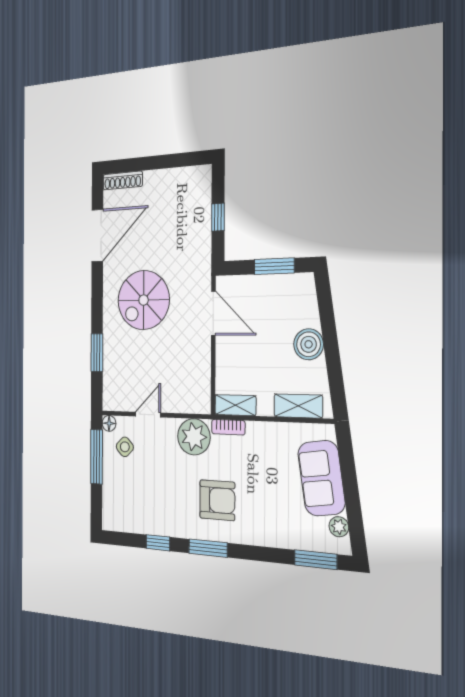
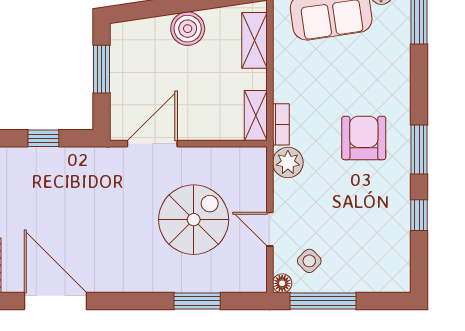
spiral stairs: (144, 300) -> (194, 220), moved, turned -90
plant: (194, 437) -> (288, 162), width x0.73, depth x0.73

